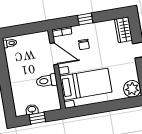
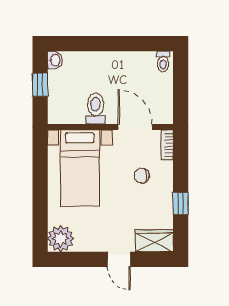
window: (85, 19) -> (181, 204), moved
door: (54, 54) -> (135, 127), swing flipped
washbasin: (32, 109) -> (55, 60), moved

